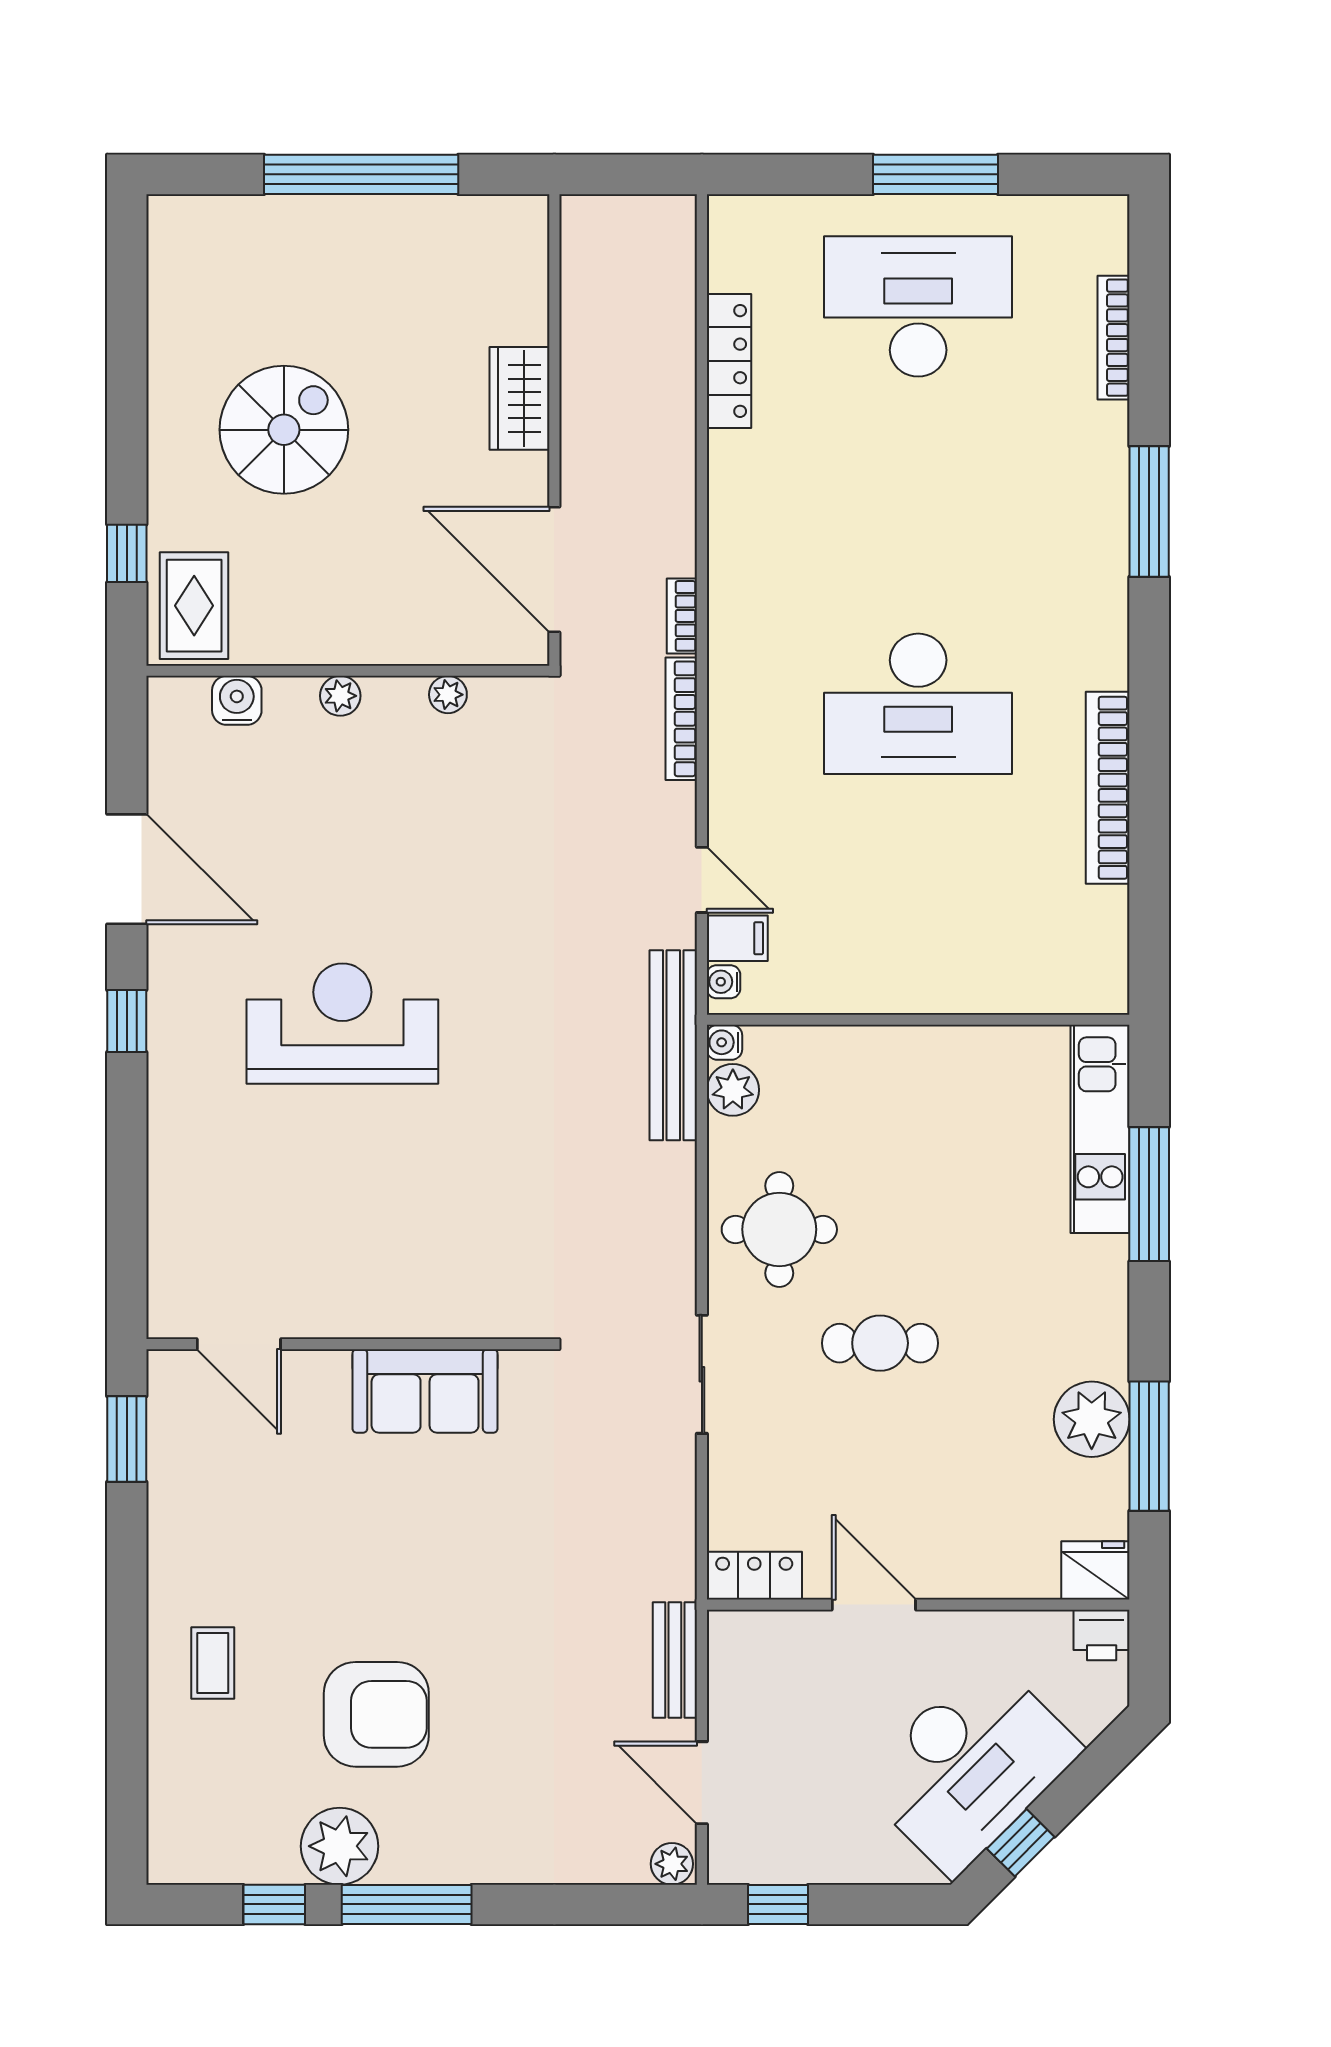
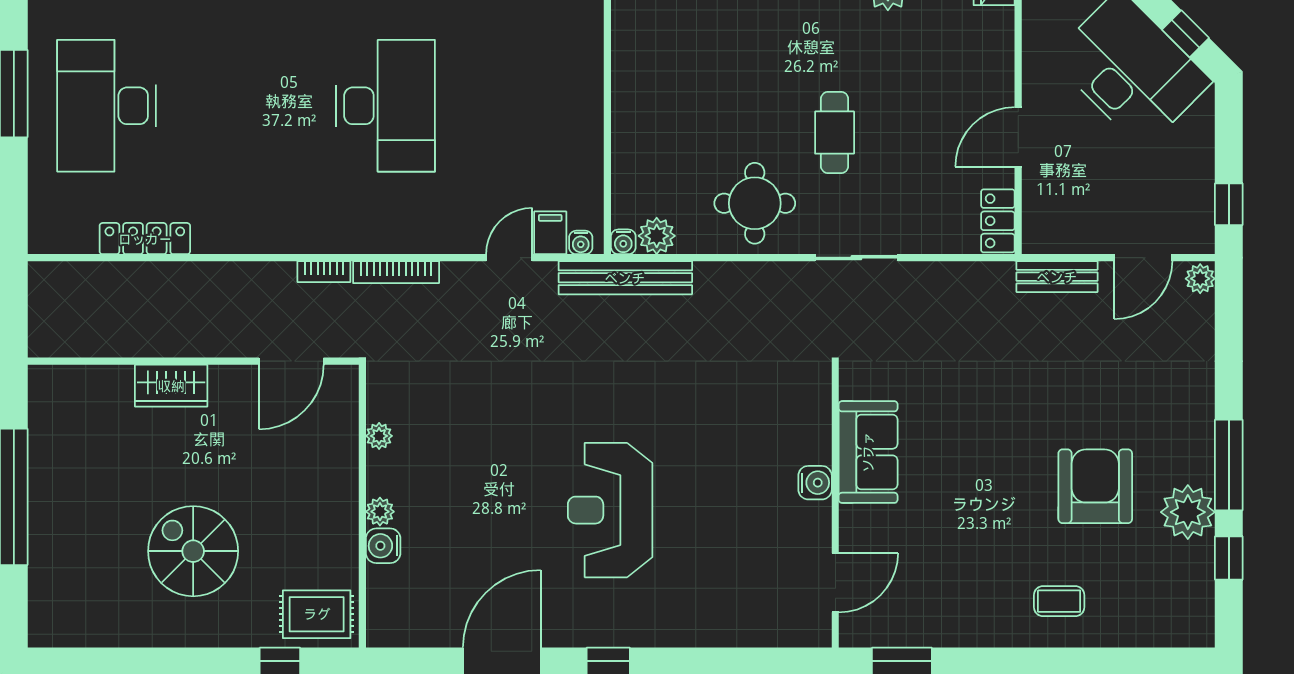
door: (554, 570) -> (291, 361), width x0.73
water cooler: (237, 700) -> (383, 546), moved
water cooler: (381, 1315) -> (815, 483), added

